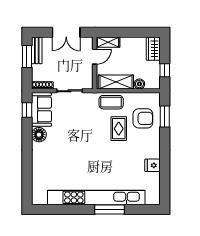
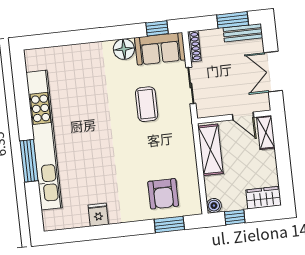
boiler: (139, 84) -> (214, 206), moved
coffee table: (111, 102) -> (147, 104), moved
rug: (119, 129) -> (145, 161), removed

